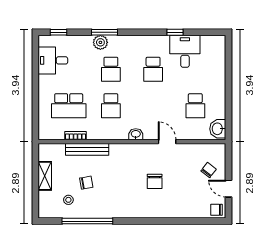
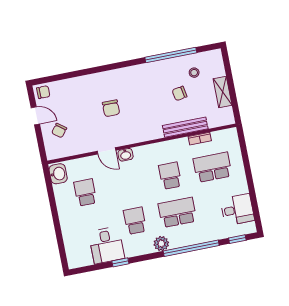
window: (104, 32) -> (191, 248), width x2.11
plant: (100, 42) -> (161, 244), moved
school desk: (111, 69) -> (177, 212), width x1.85
washbasin: (136, 134) -> (126, 155), moved
chair: (155, 181) -> (111, 108), turned 180

